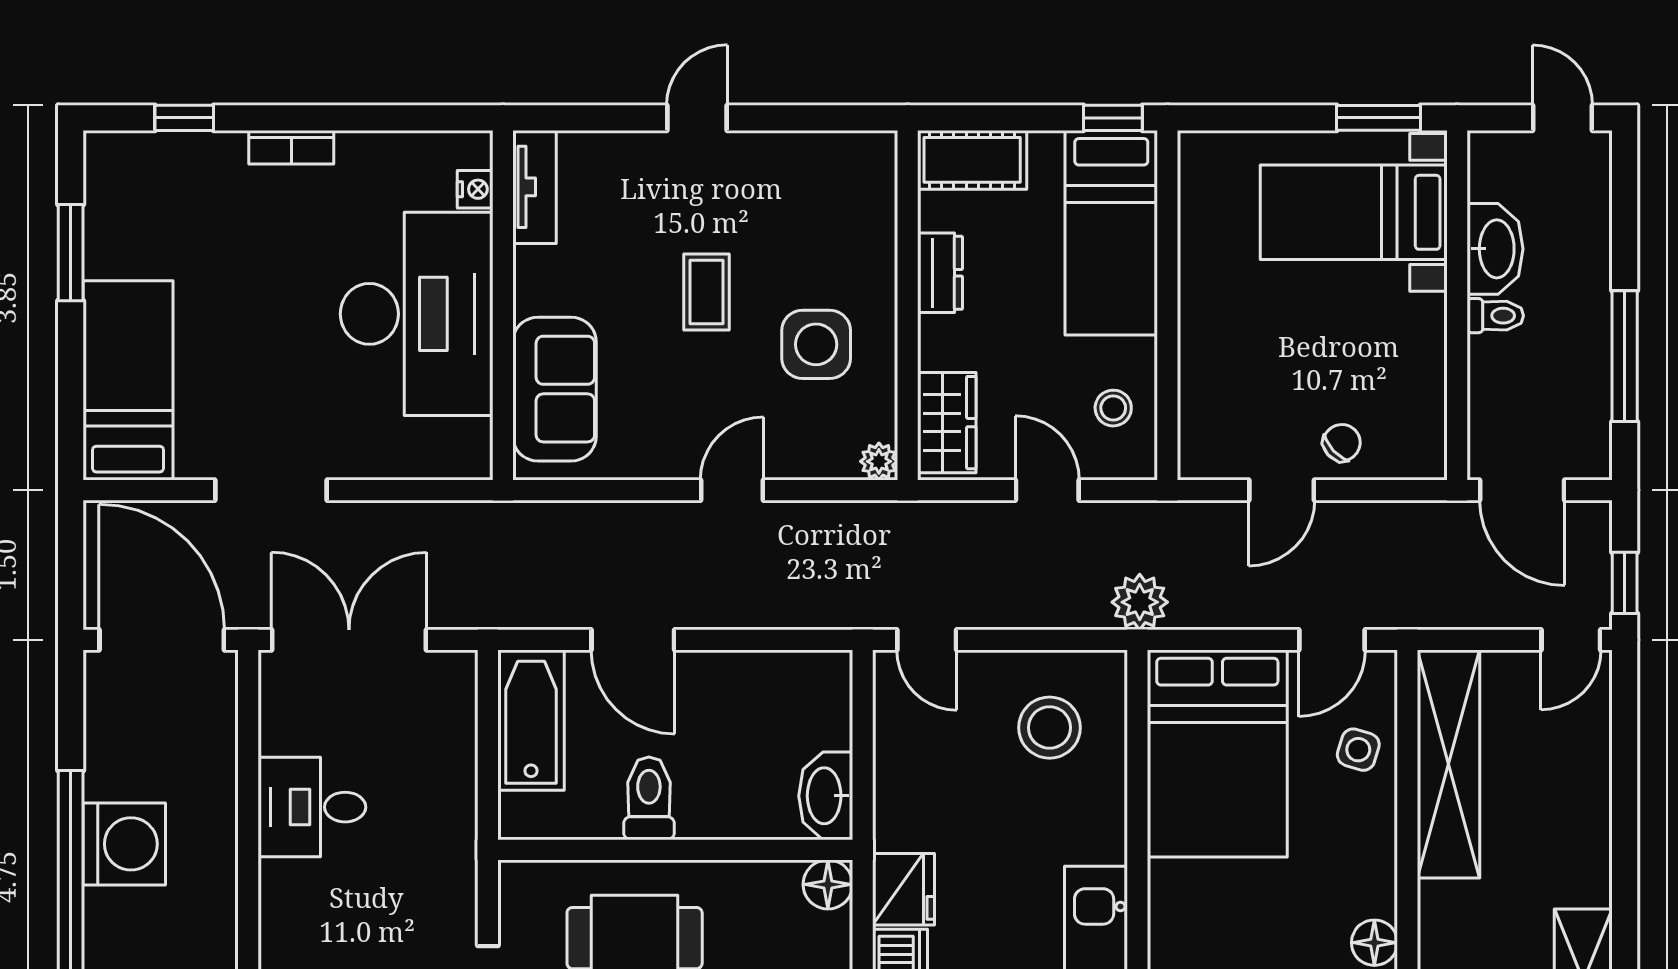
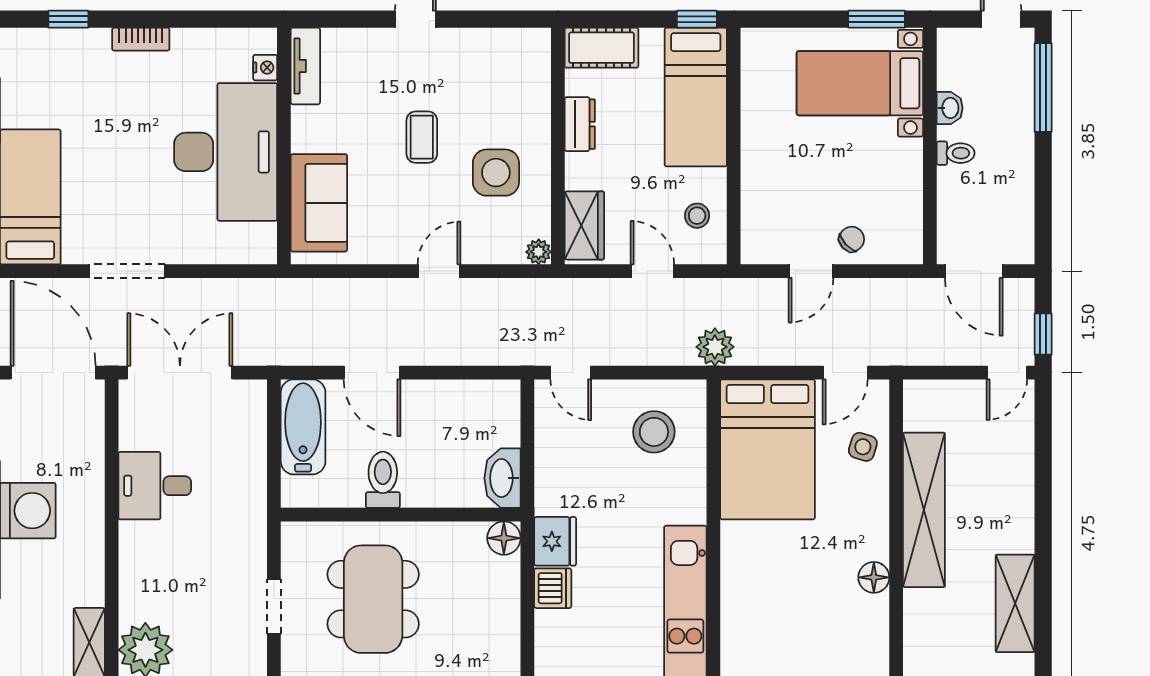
washbasin: (1495, 249) -> (950, 108), width x0.52, depth x0.69
window: (1625, 356) -> (1043, 88), moved
shelving: (1448, 764) -> (924, 510), moved

